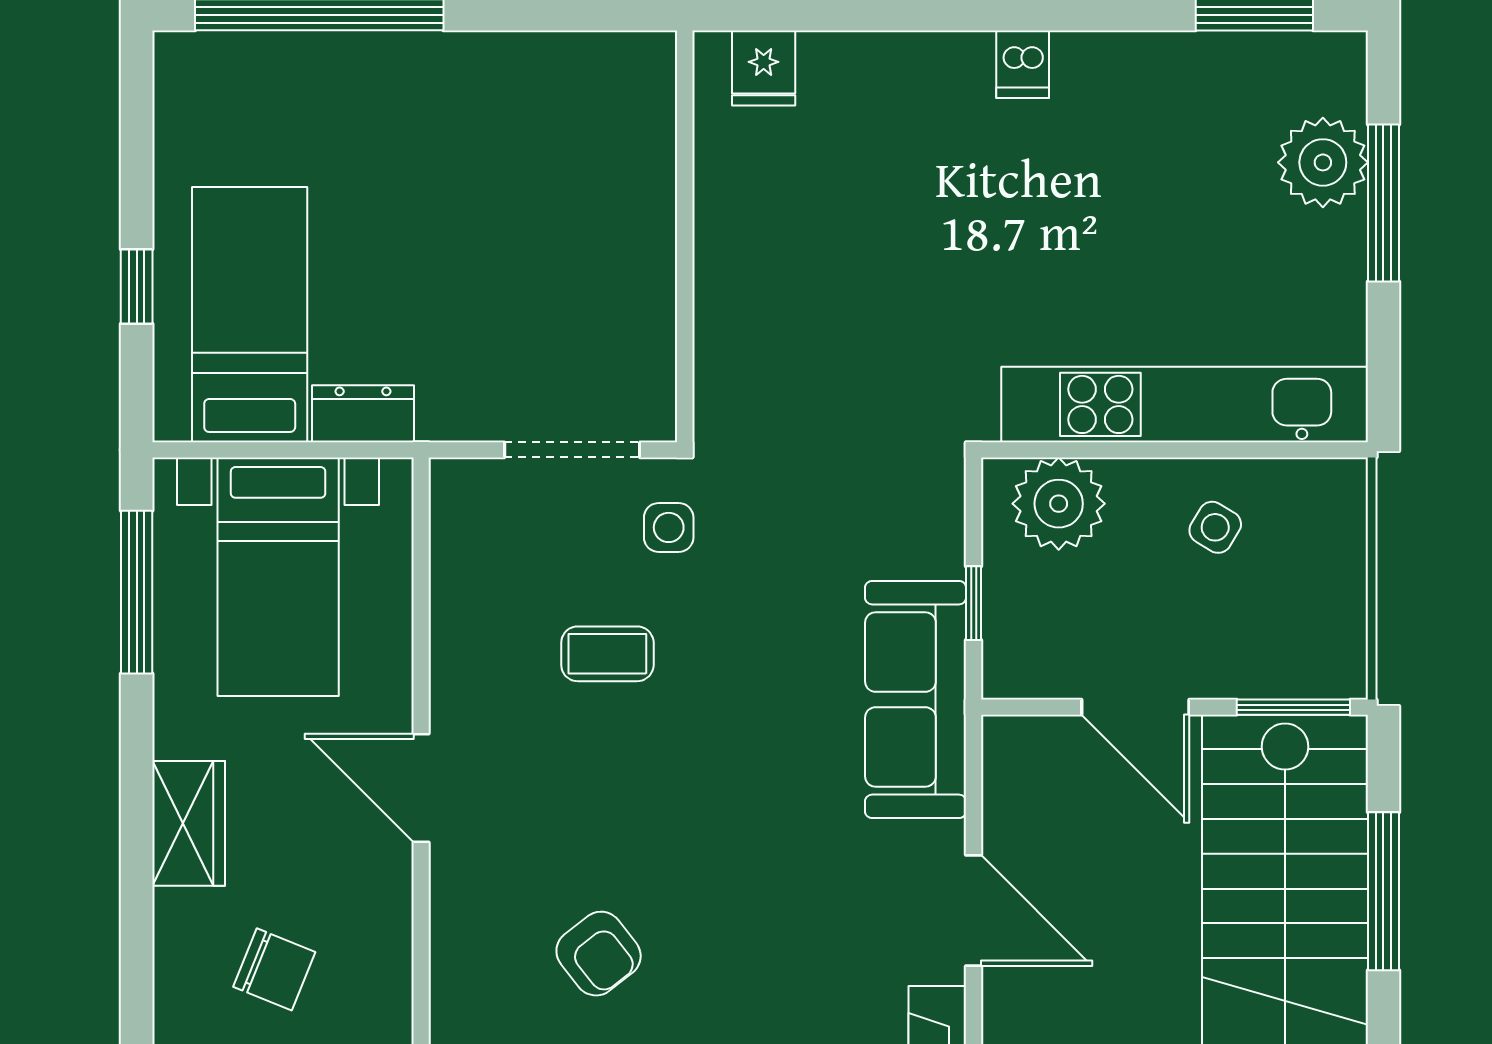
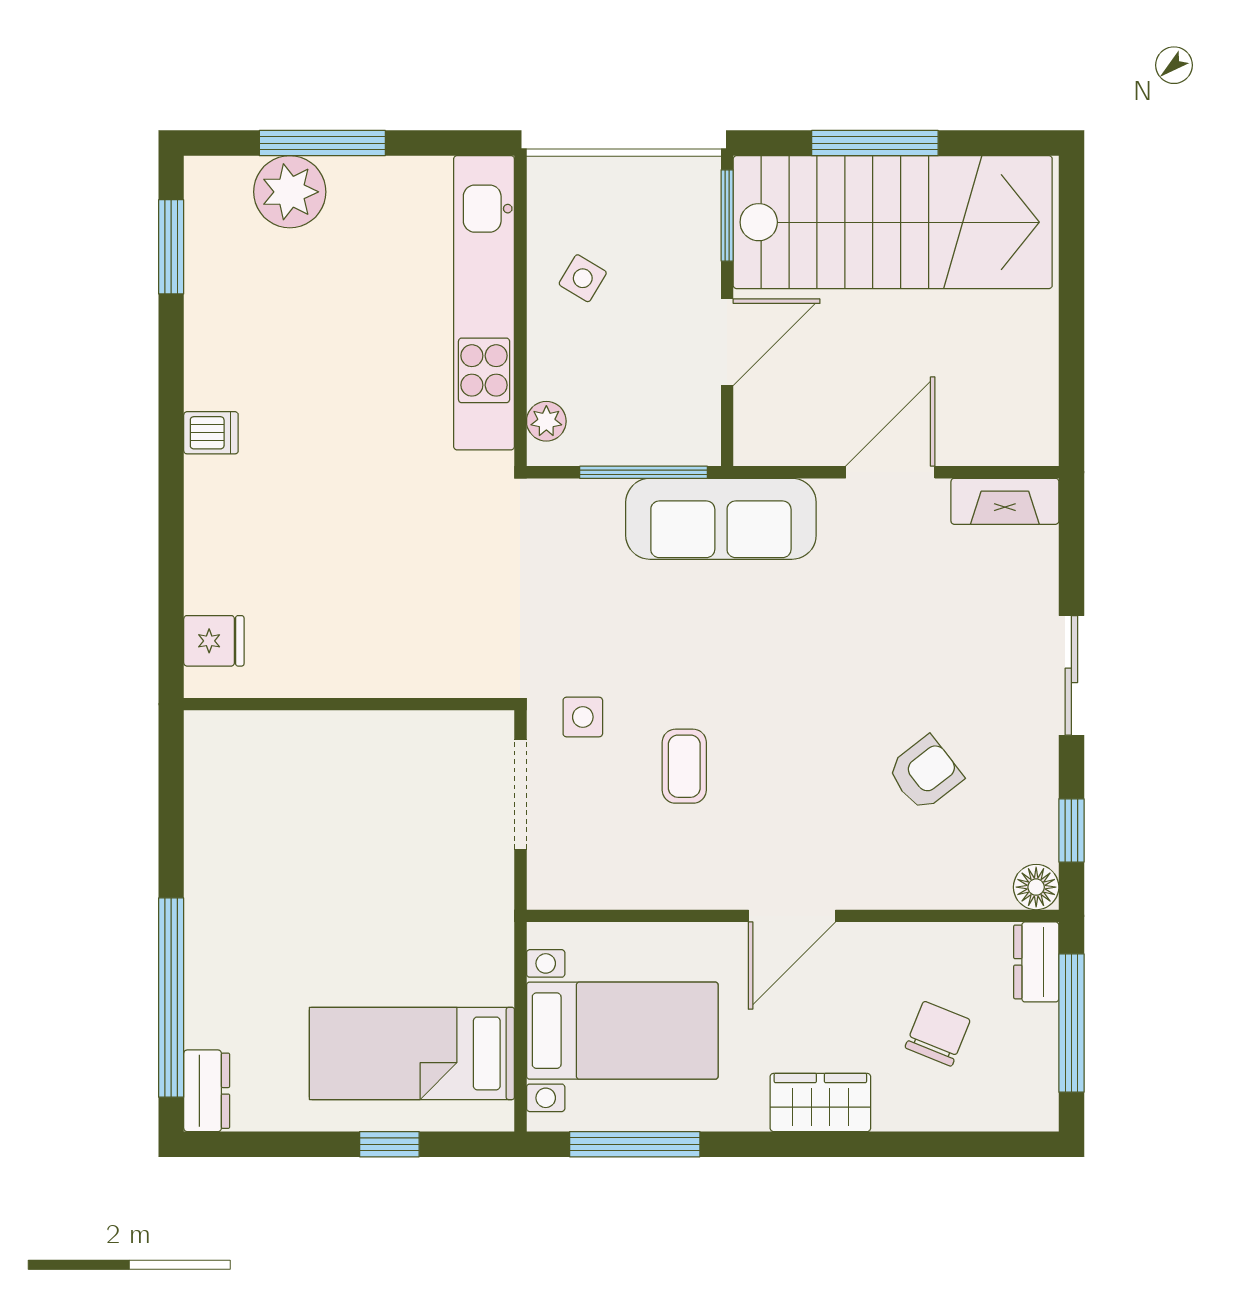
dresser: (363, 414) -> (207, 1091), moved, turned 180
plant: (1059, 504) -> (546, 421), width x0.53, depth x0.53
window: (974, 603) -> (644, 472), width x2.17

